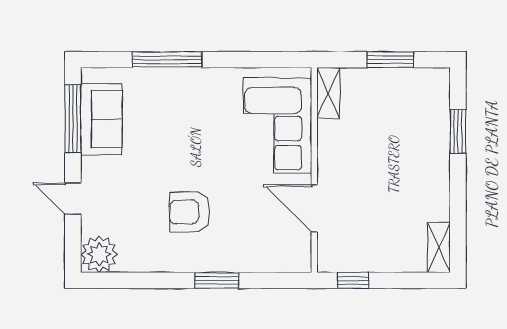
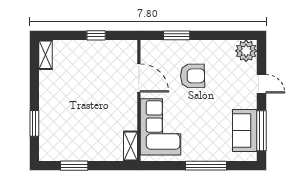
shelving: (328, 93) -> (131, 146), moved
corner sofa: (278, 125) -> (160, 127), moved
wall: (314, 170) -> (139, 101), moved
door: (314, 208) -> (139, 78), moved

